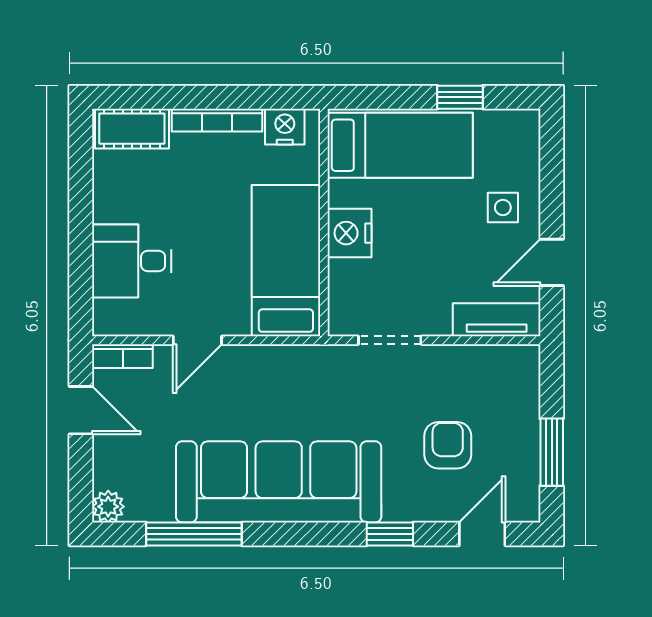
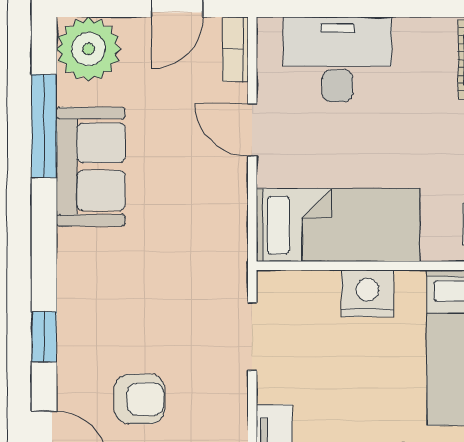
desk: (132, 261) -> (337, 59), width x1.37
sofa: (279, 482) -> (91, 167), width x0.54, depth x0.79
plant: (108, 507) -> (89, 49), width x1.87, depth x1.87

